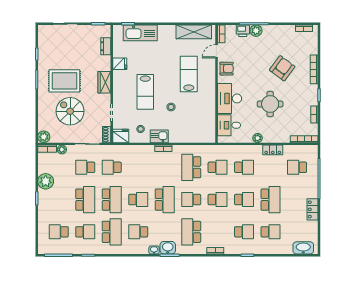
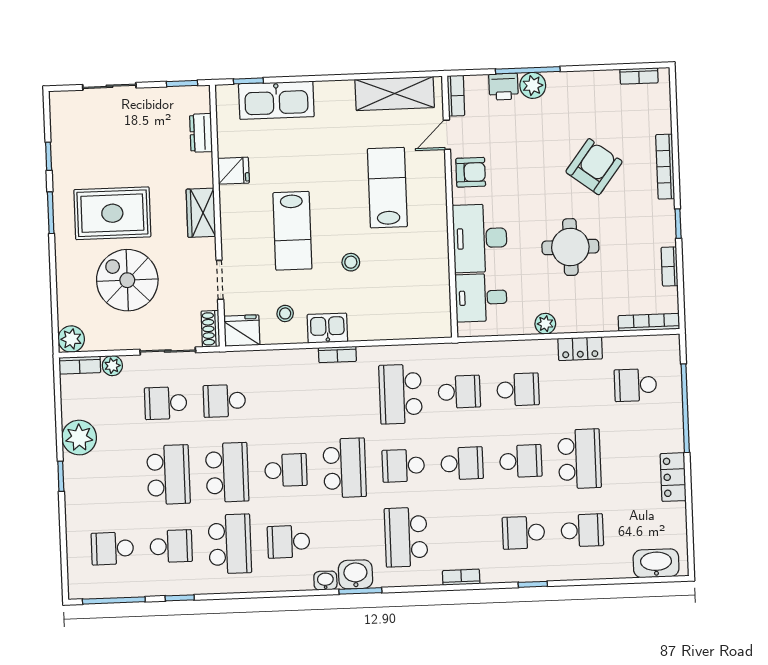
school desk: (244, 232) -> (523, 533), turned 180

